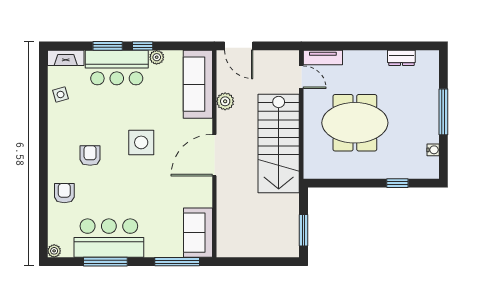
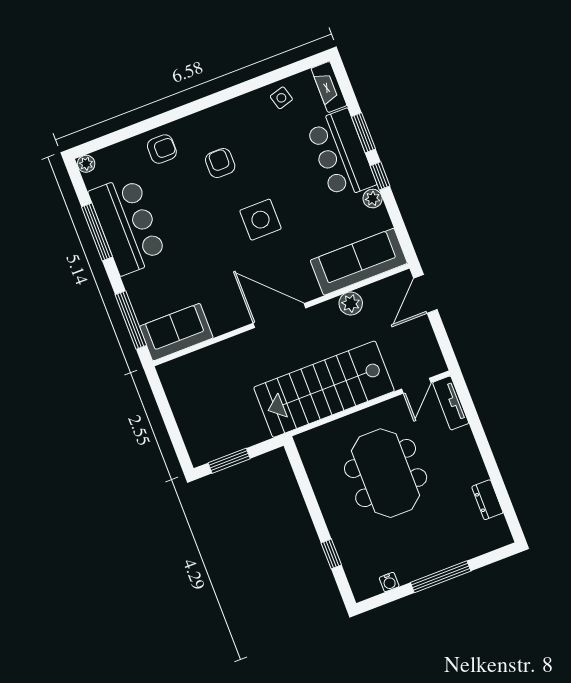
armchair: (90, 156) -> (220, 163), turned -90

